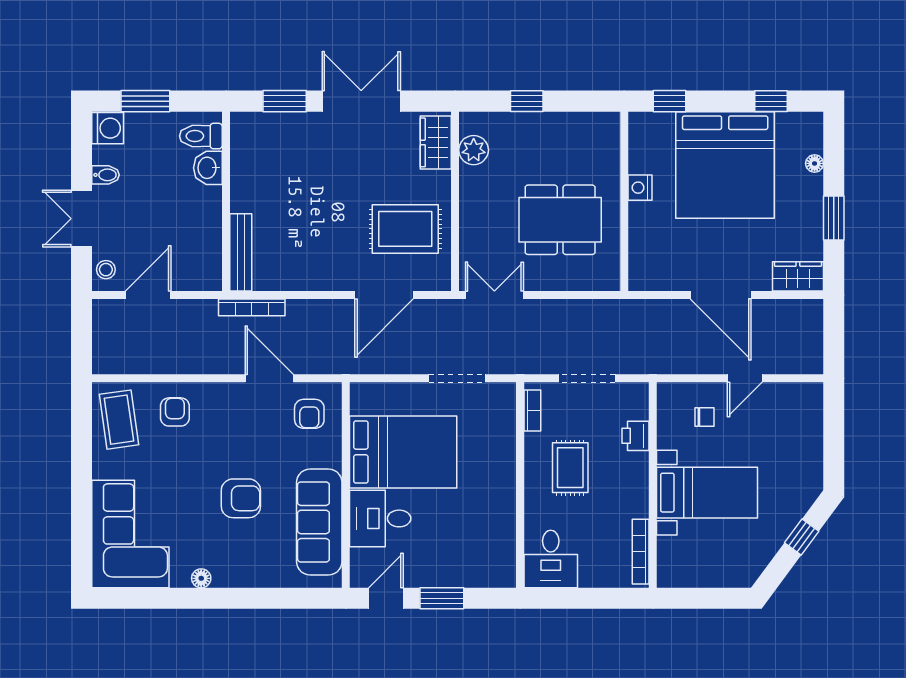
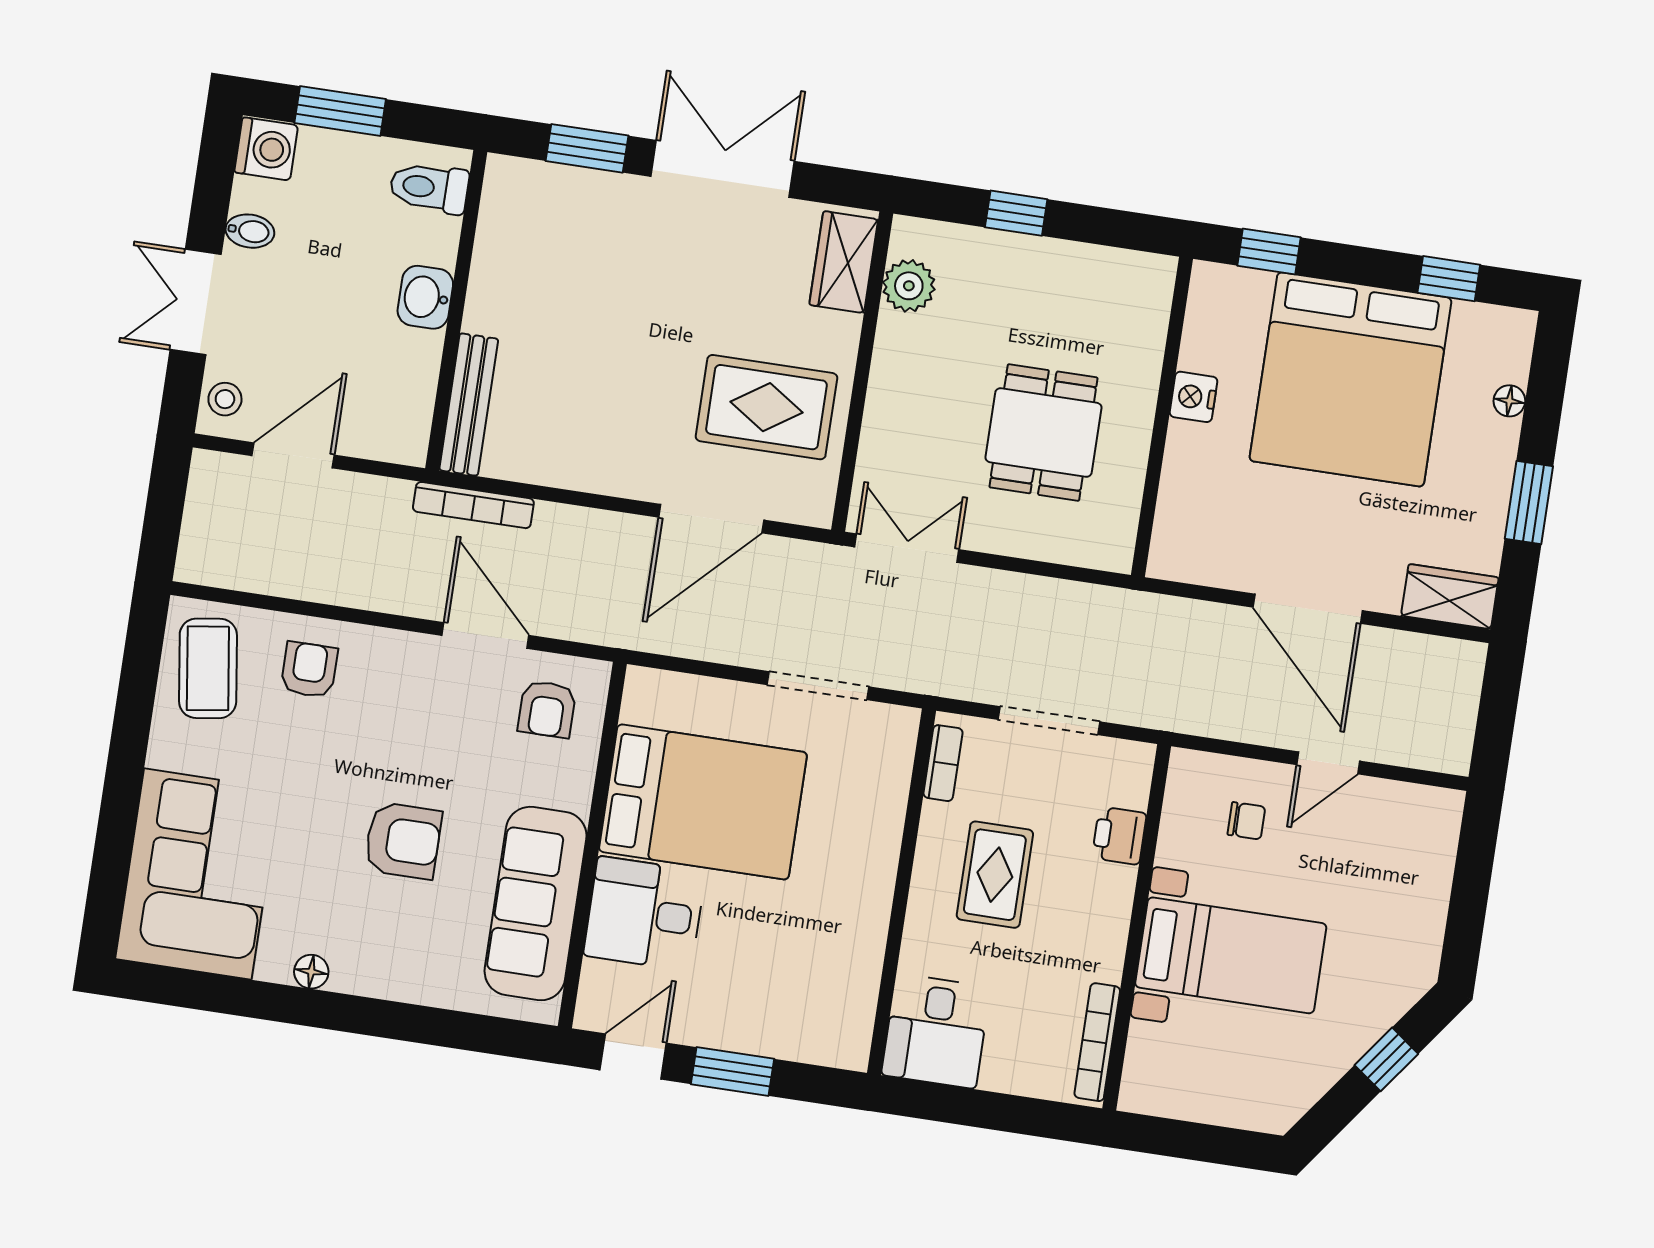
washbasin: (208, 168) -> (425, 297), moved
dining table: (560, 220) -> (1043, 432), width x0.73

